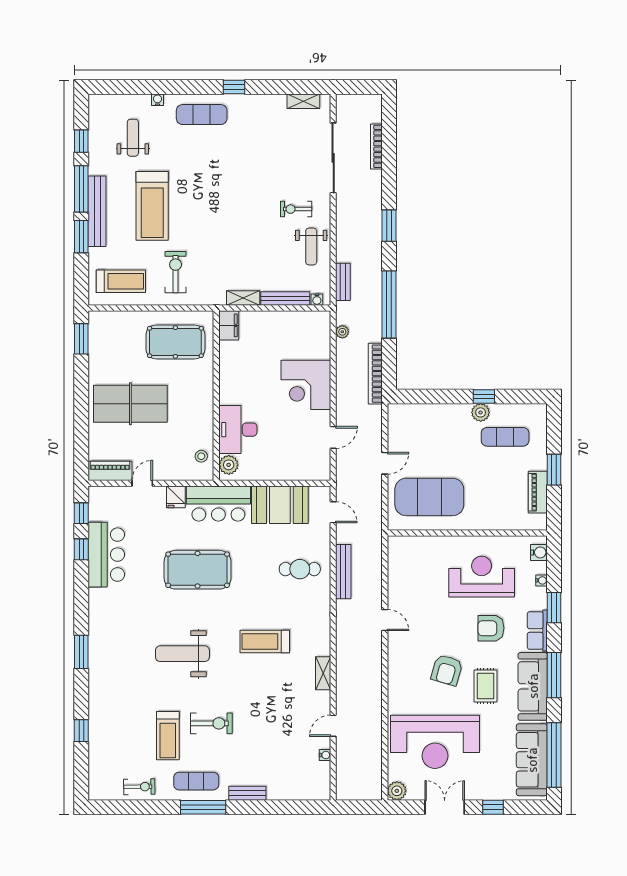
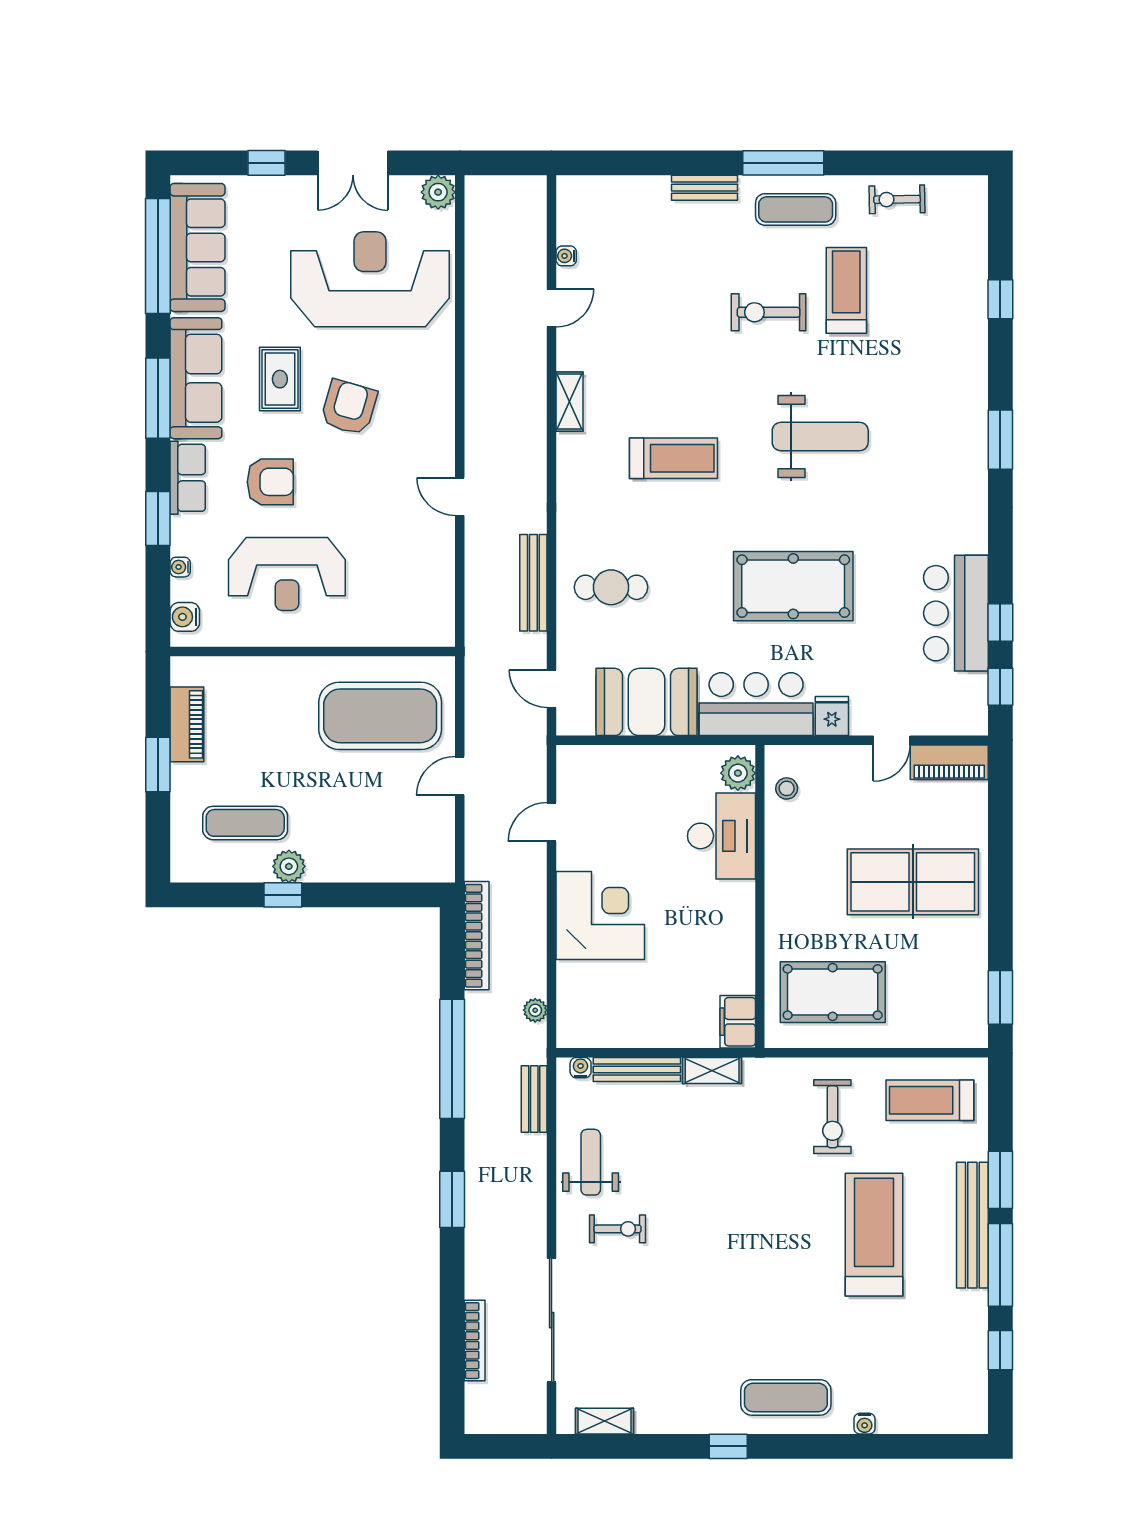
weight bench: (133, 138) -> (909, 1356), removed

